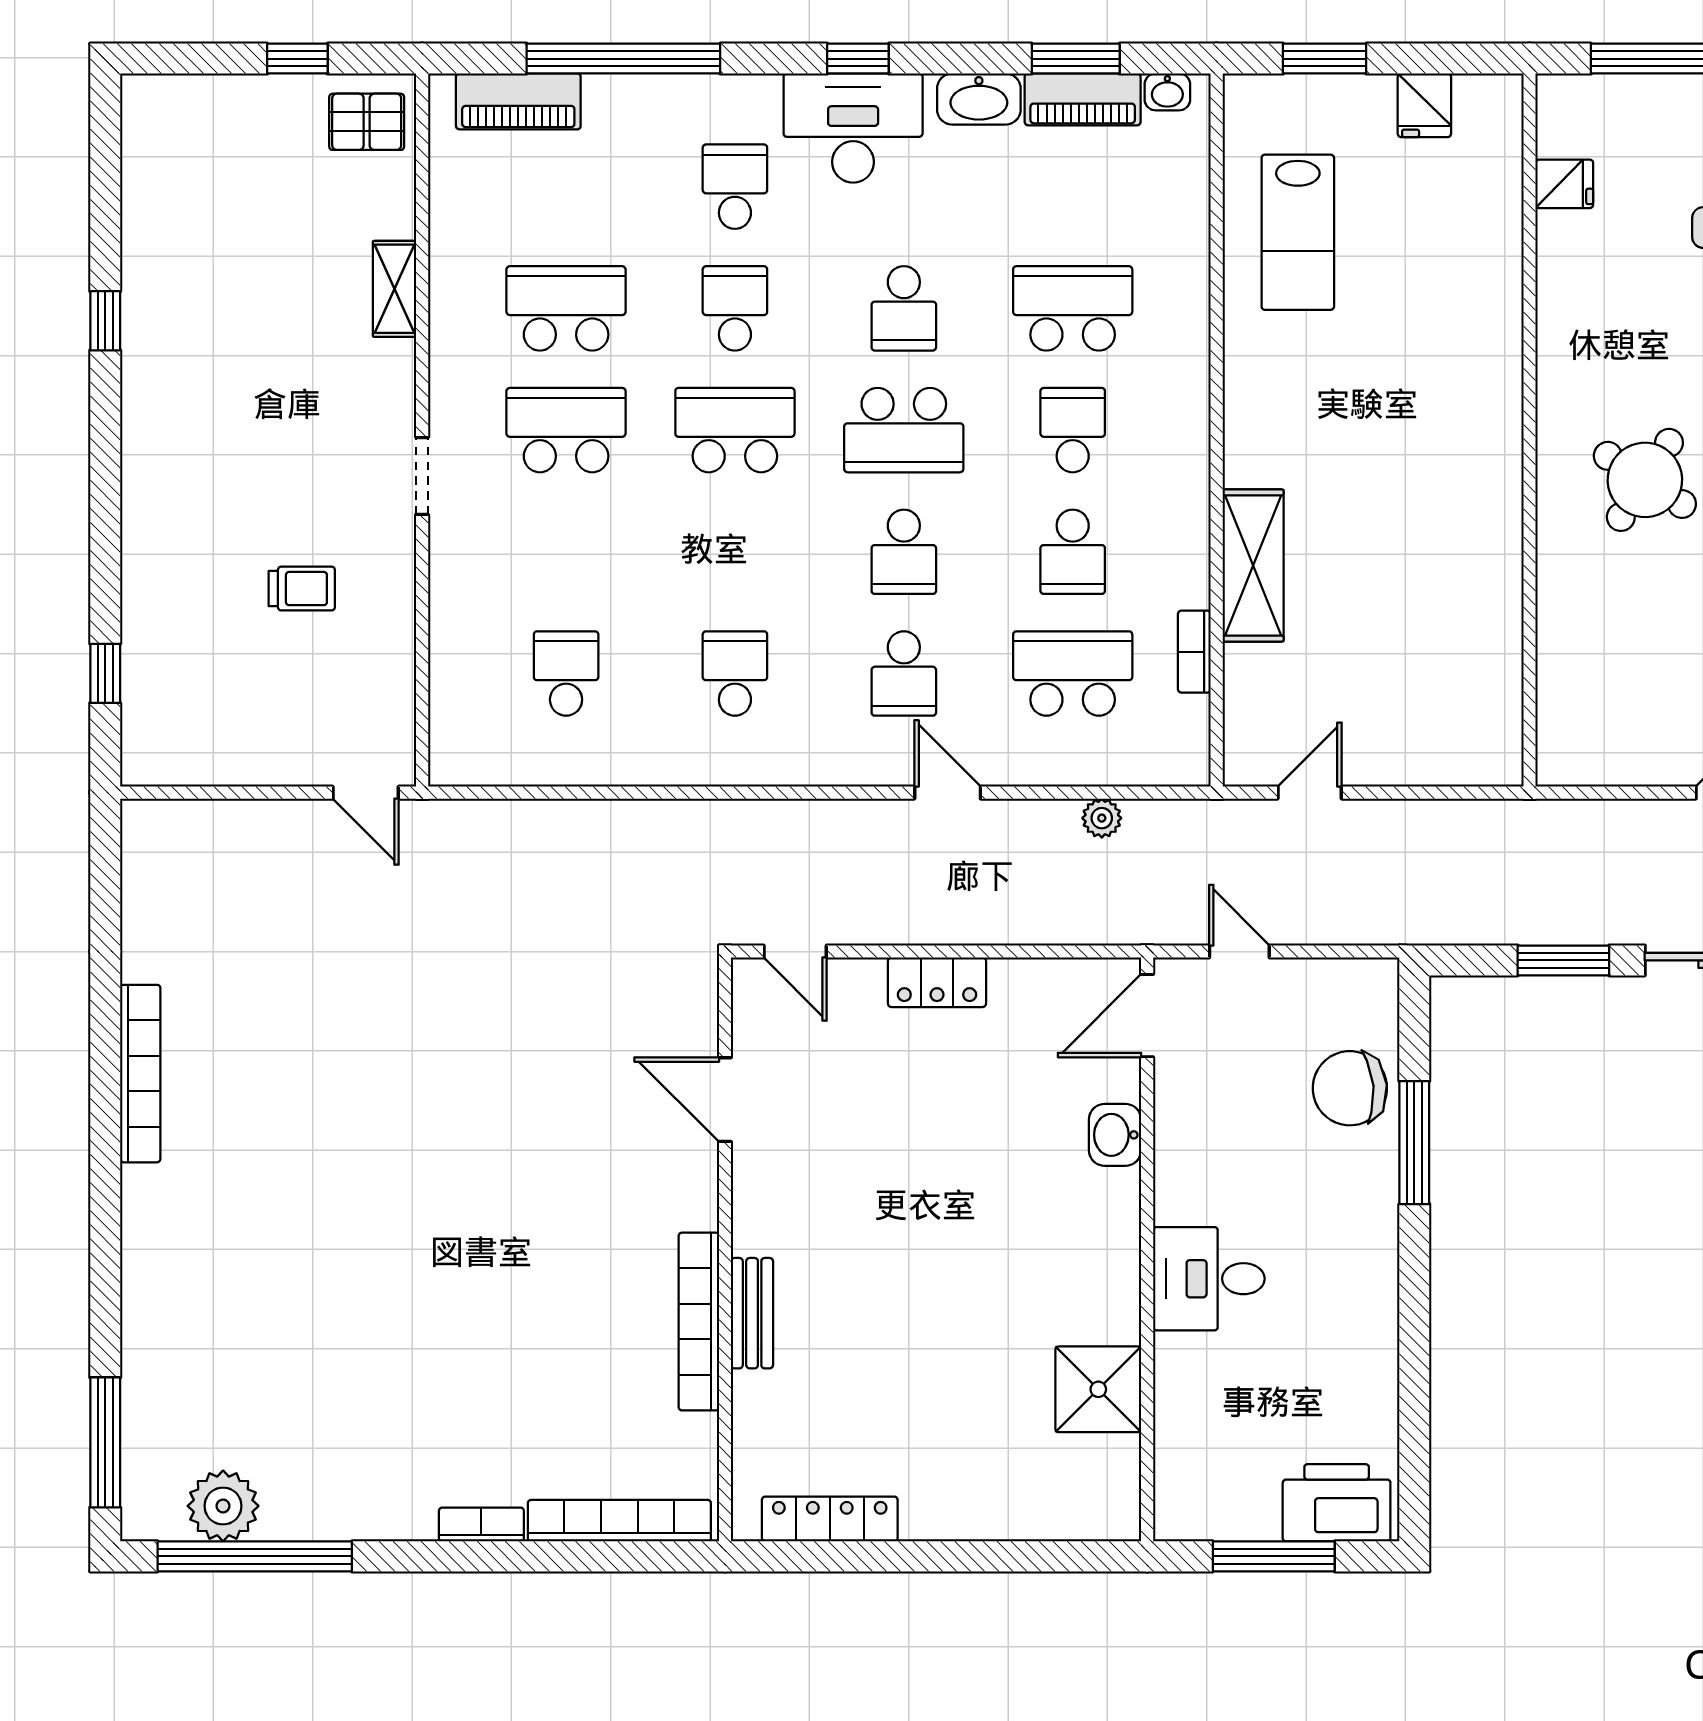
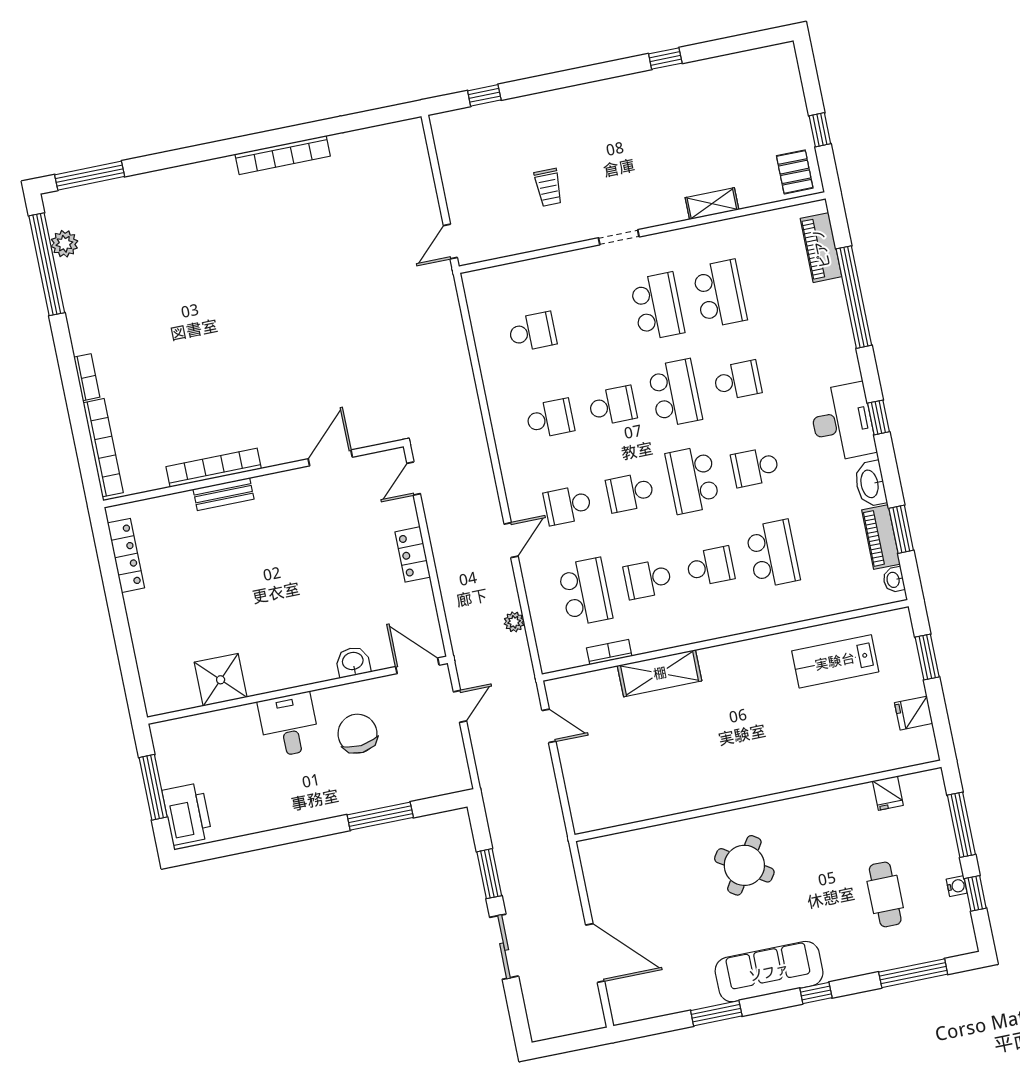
school desk: (735, 187) -> (612, 406), moved
chair: (1350, 1088) -> (357, 734), moved
plant: (223, 1506) -> (64, 244), width x0.73, depth x0.73

